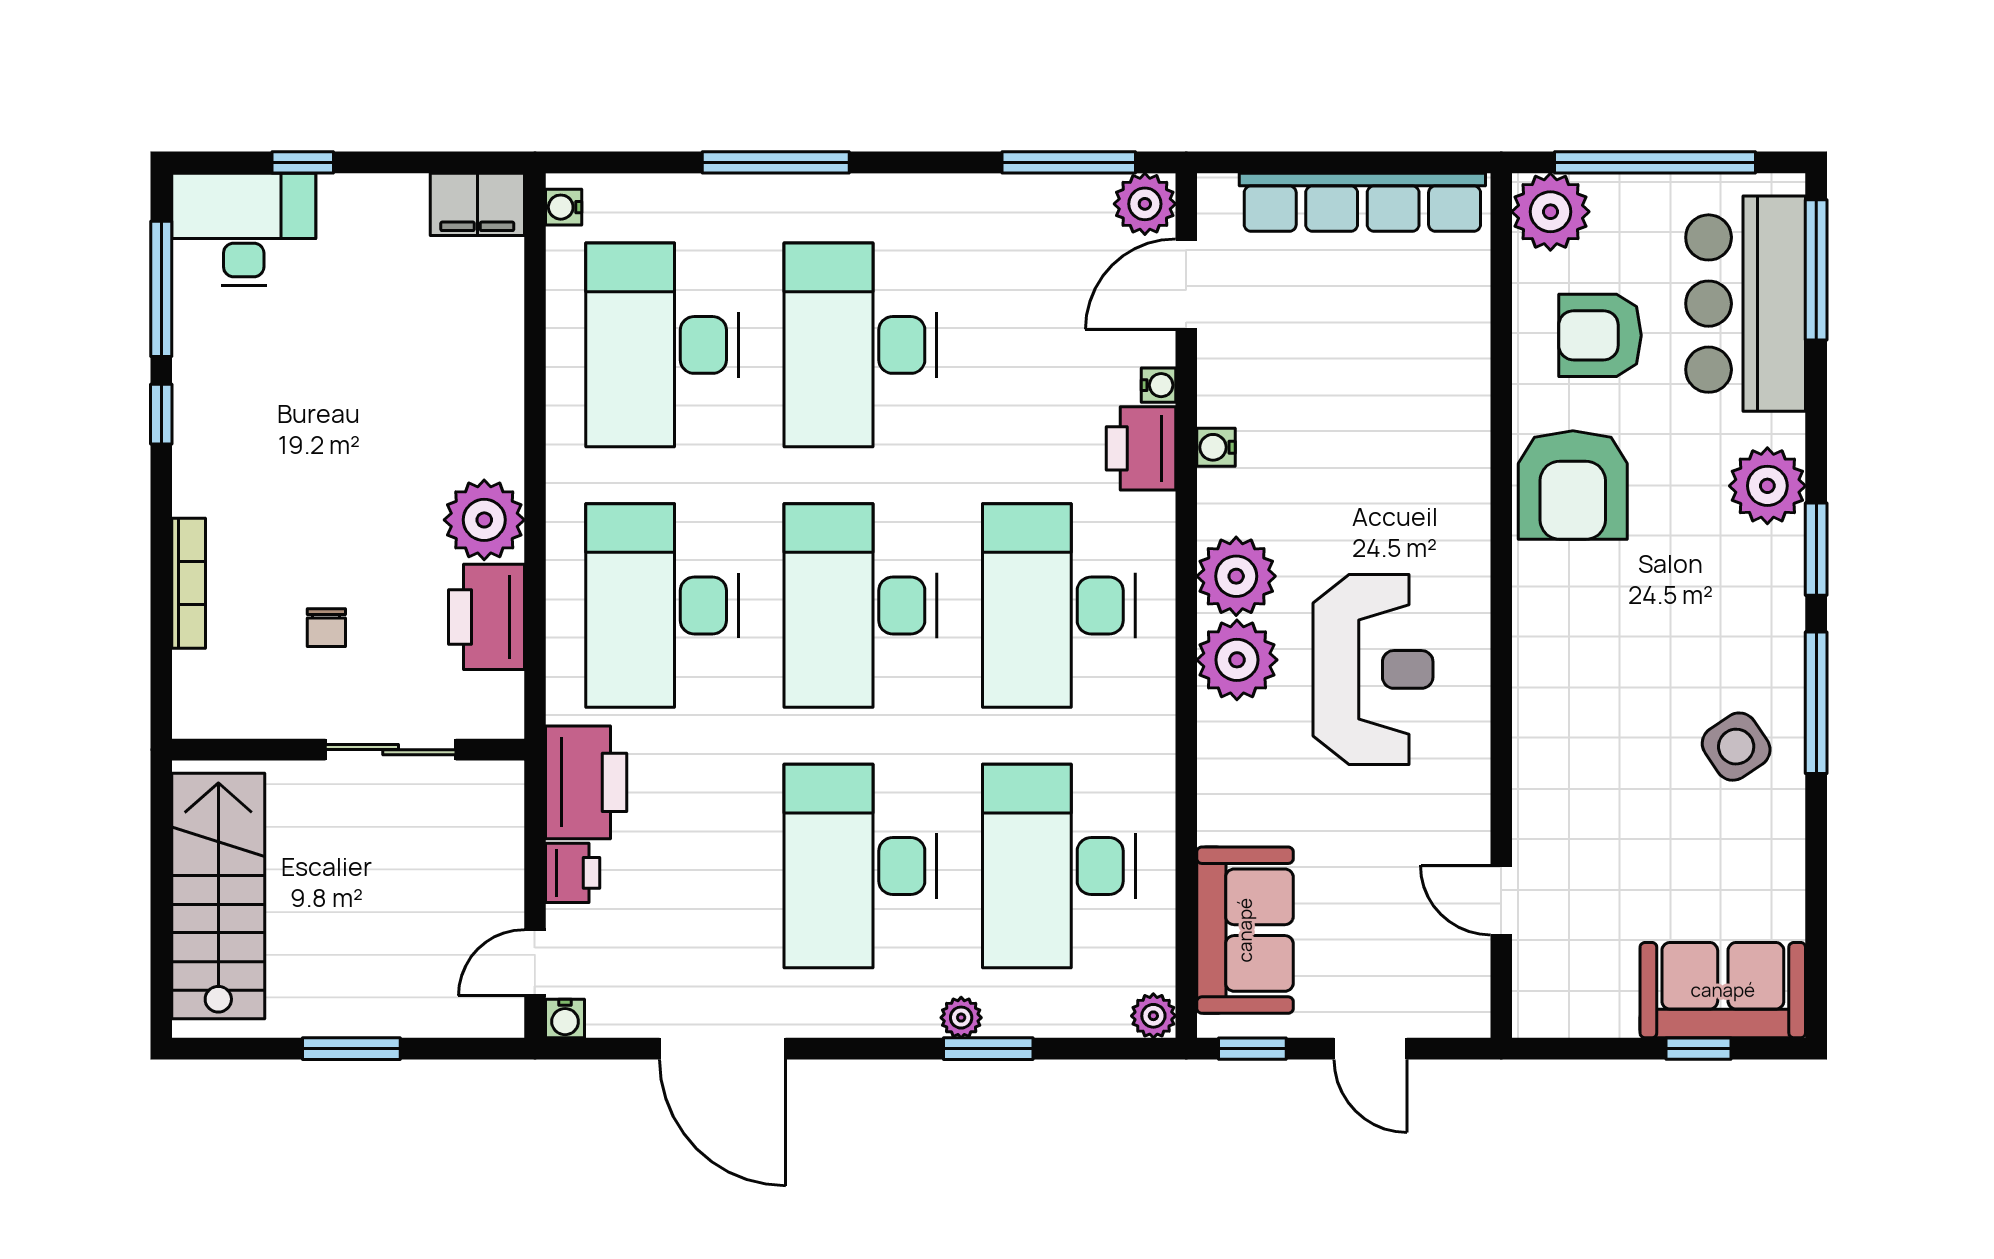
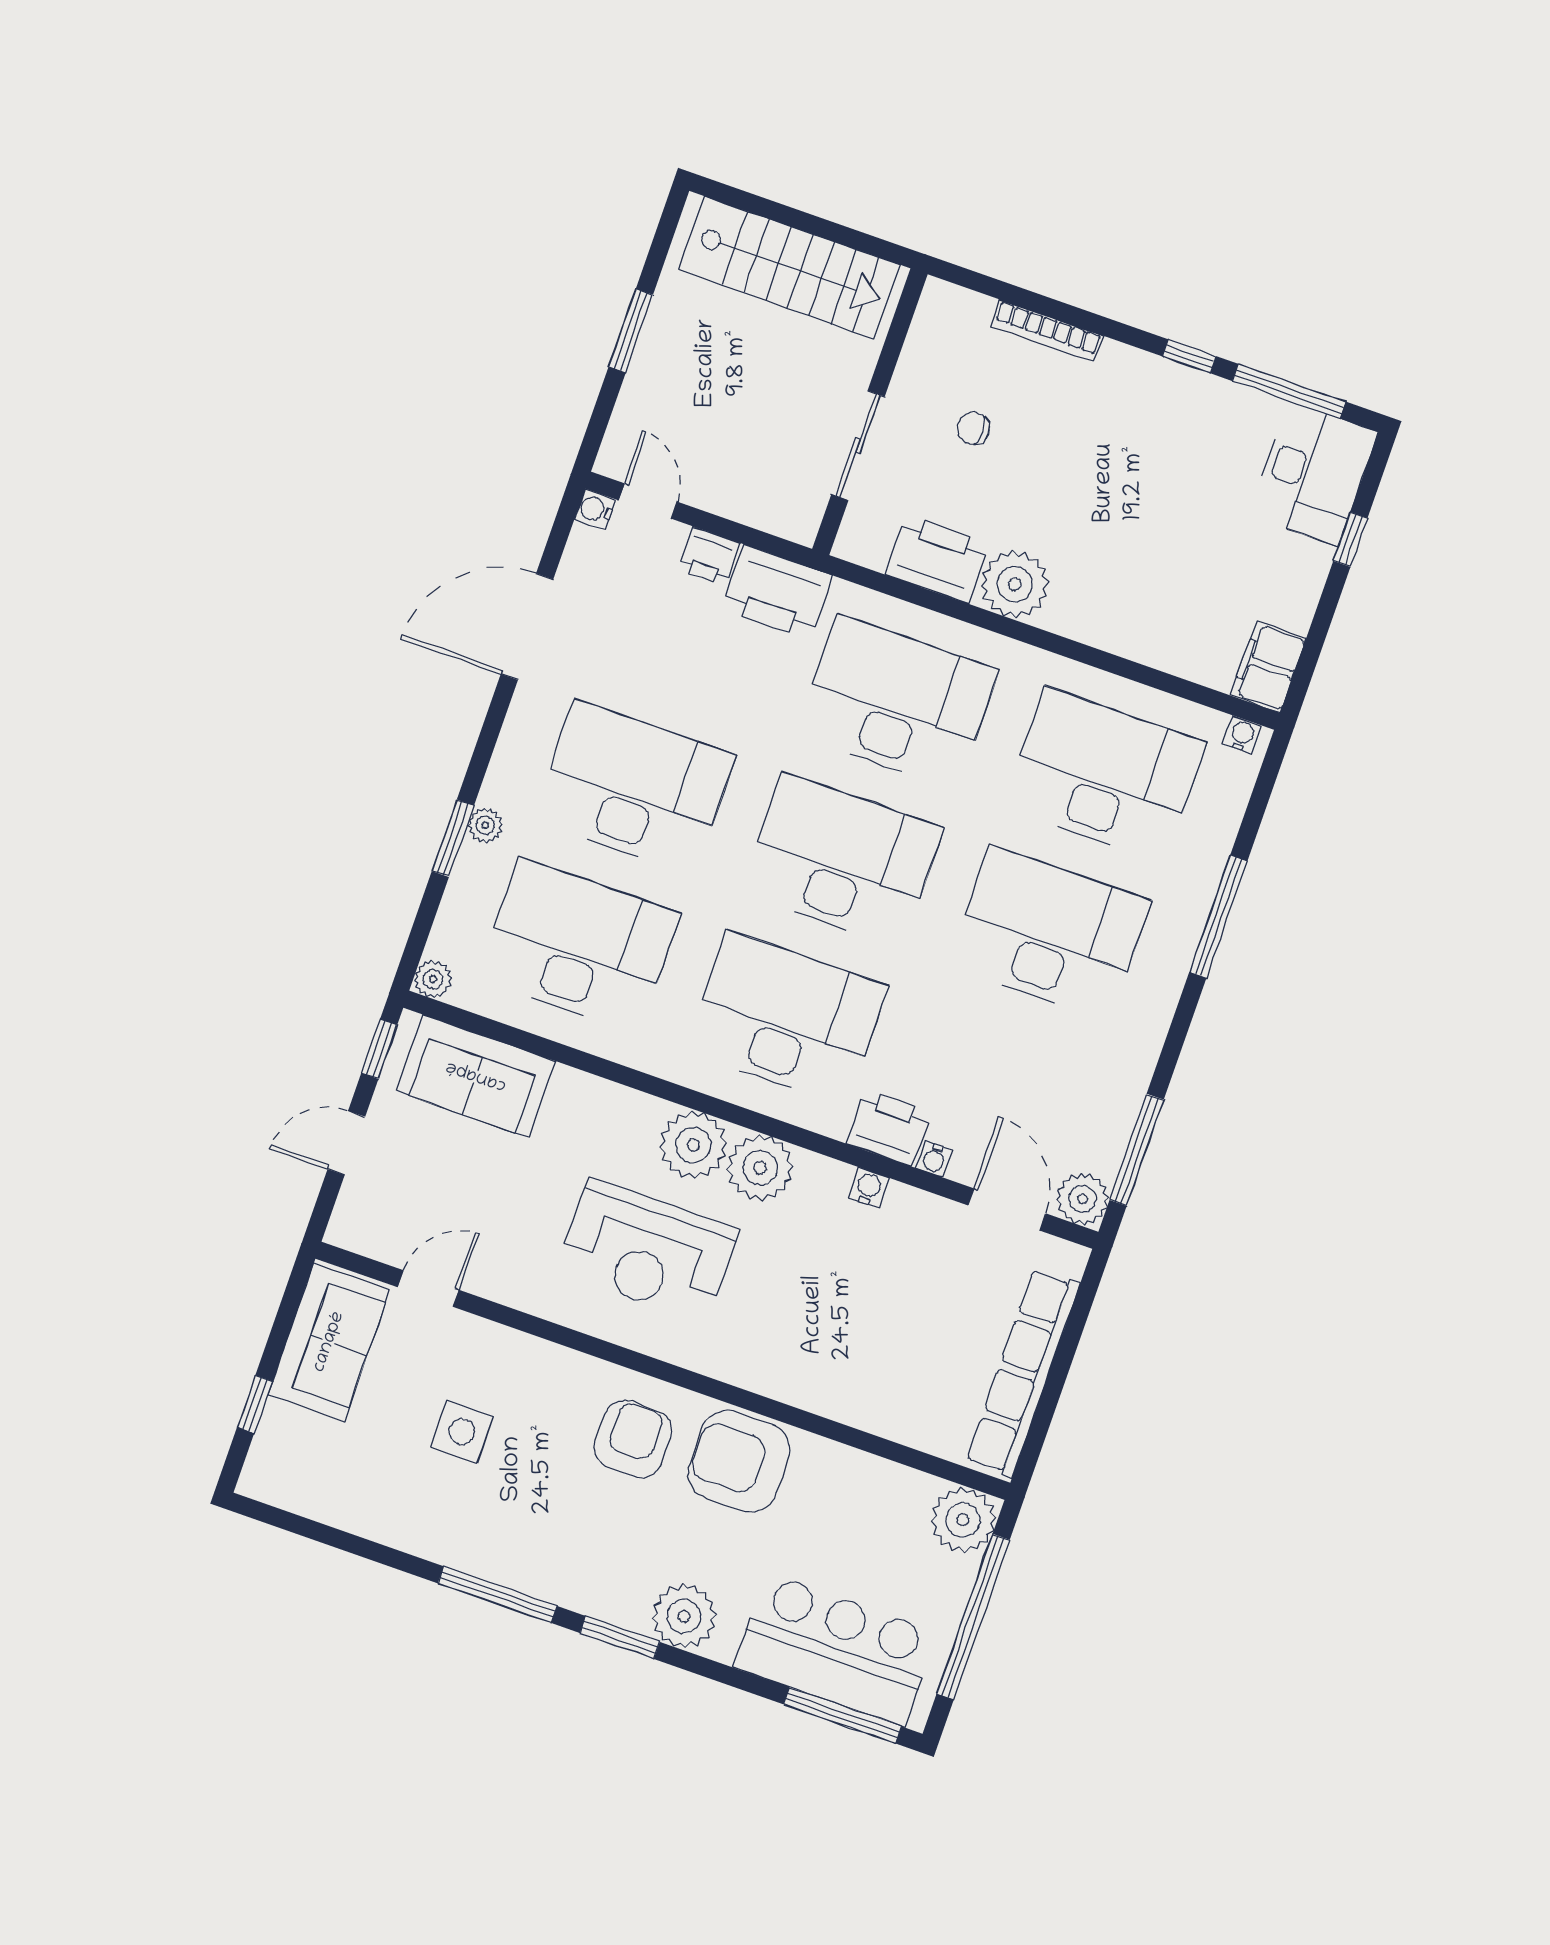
armchair: (1600, 335) -> (633, 1439), moved
side table: (1736, 747) -> (462, 1432), moved, turned 34
sofa: (1723, 990) -> (329, 1342), moved

